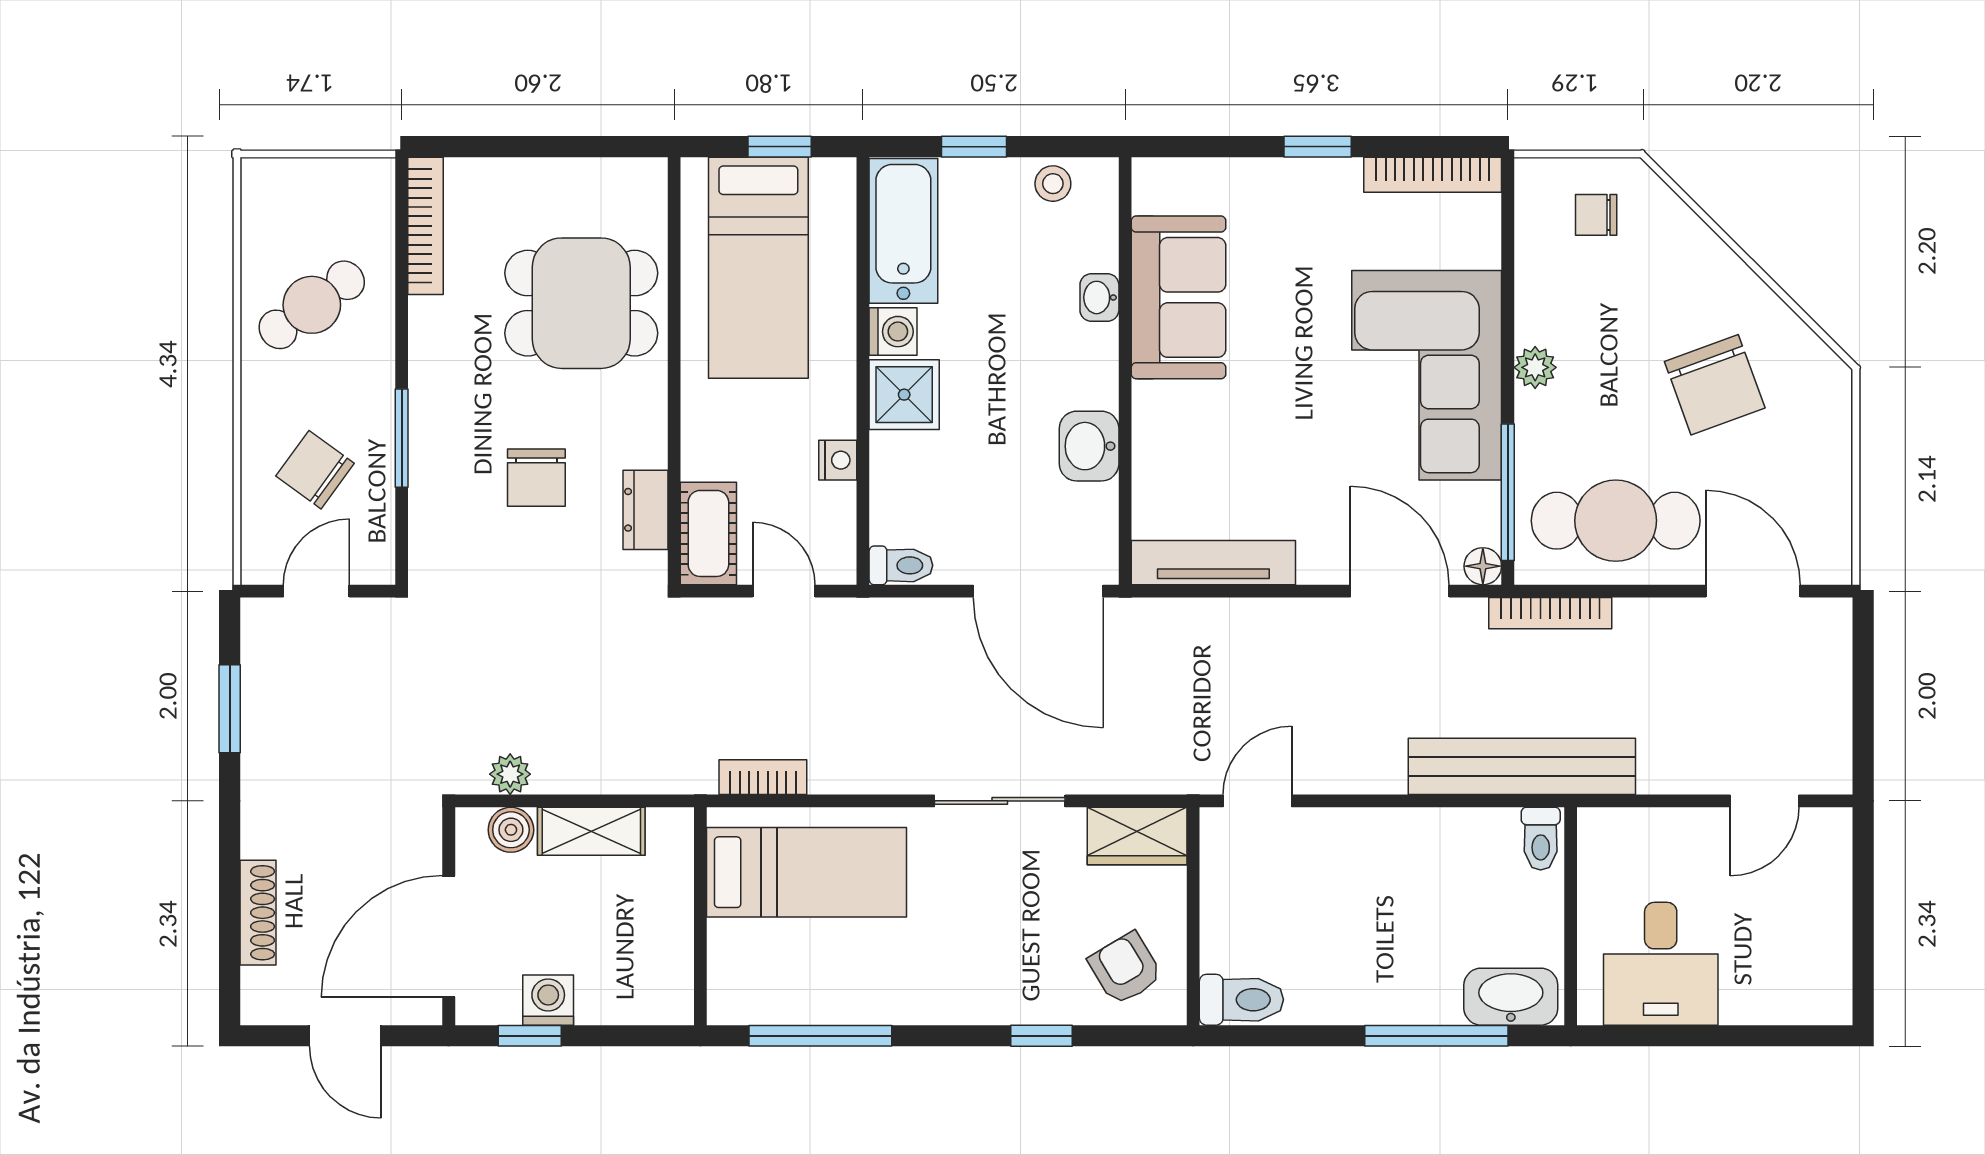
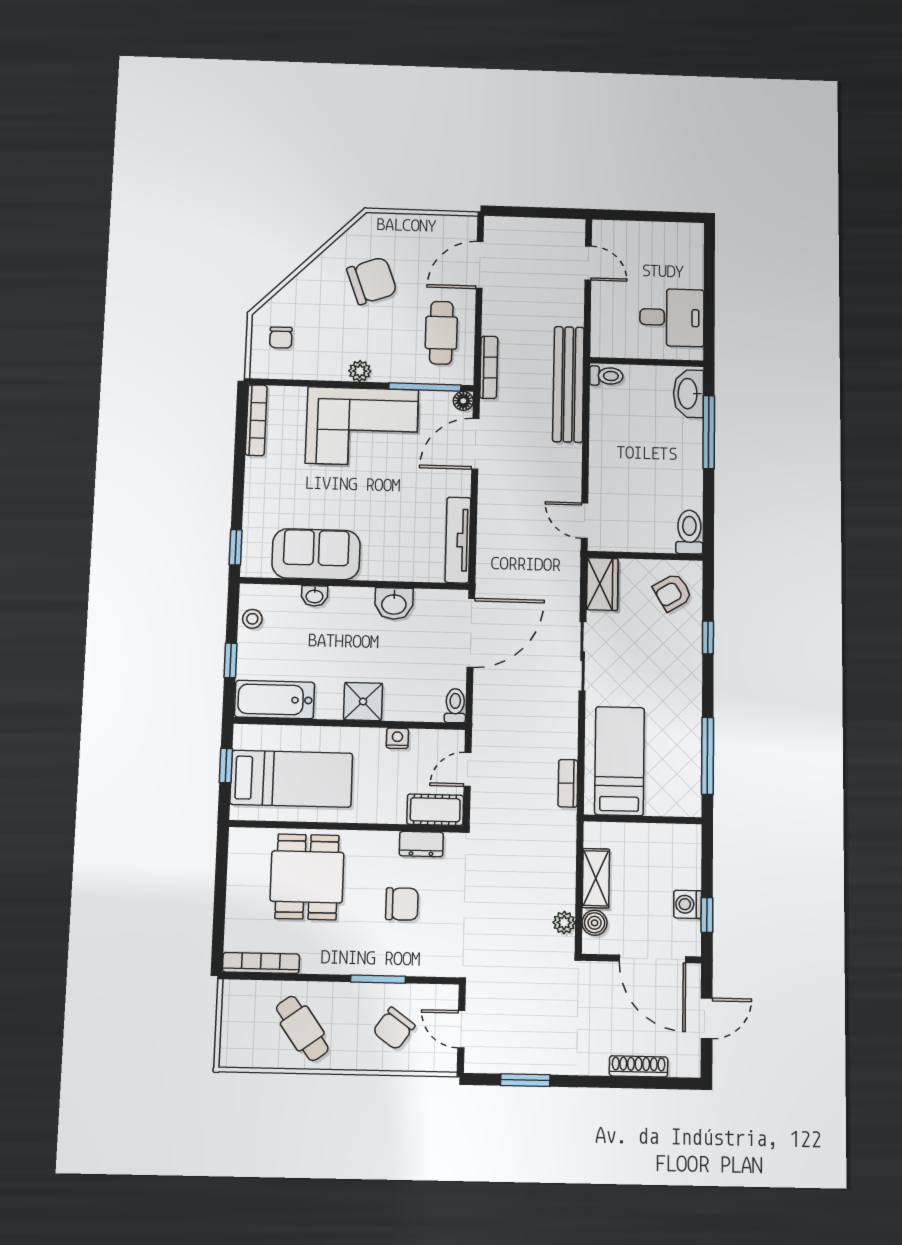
window: (1318, 147) -> (236, 547), moved
washing machine: (893, 332) -> (329, 707), removed
cafe table: (1616, 521) -> (441, 333), width x0.73, depth x0.74

